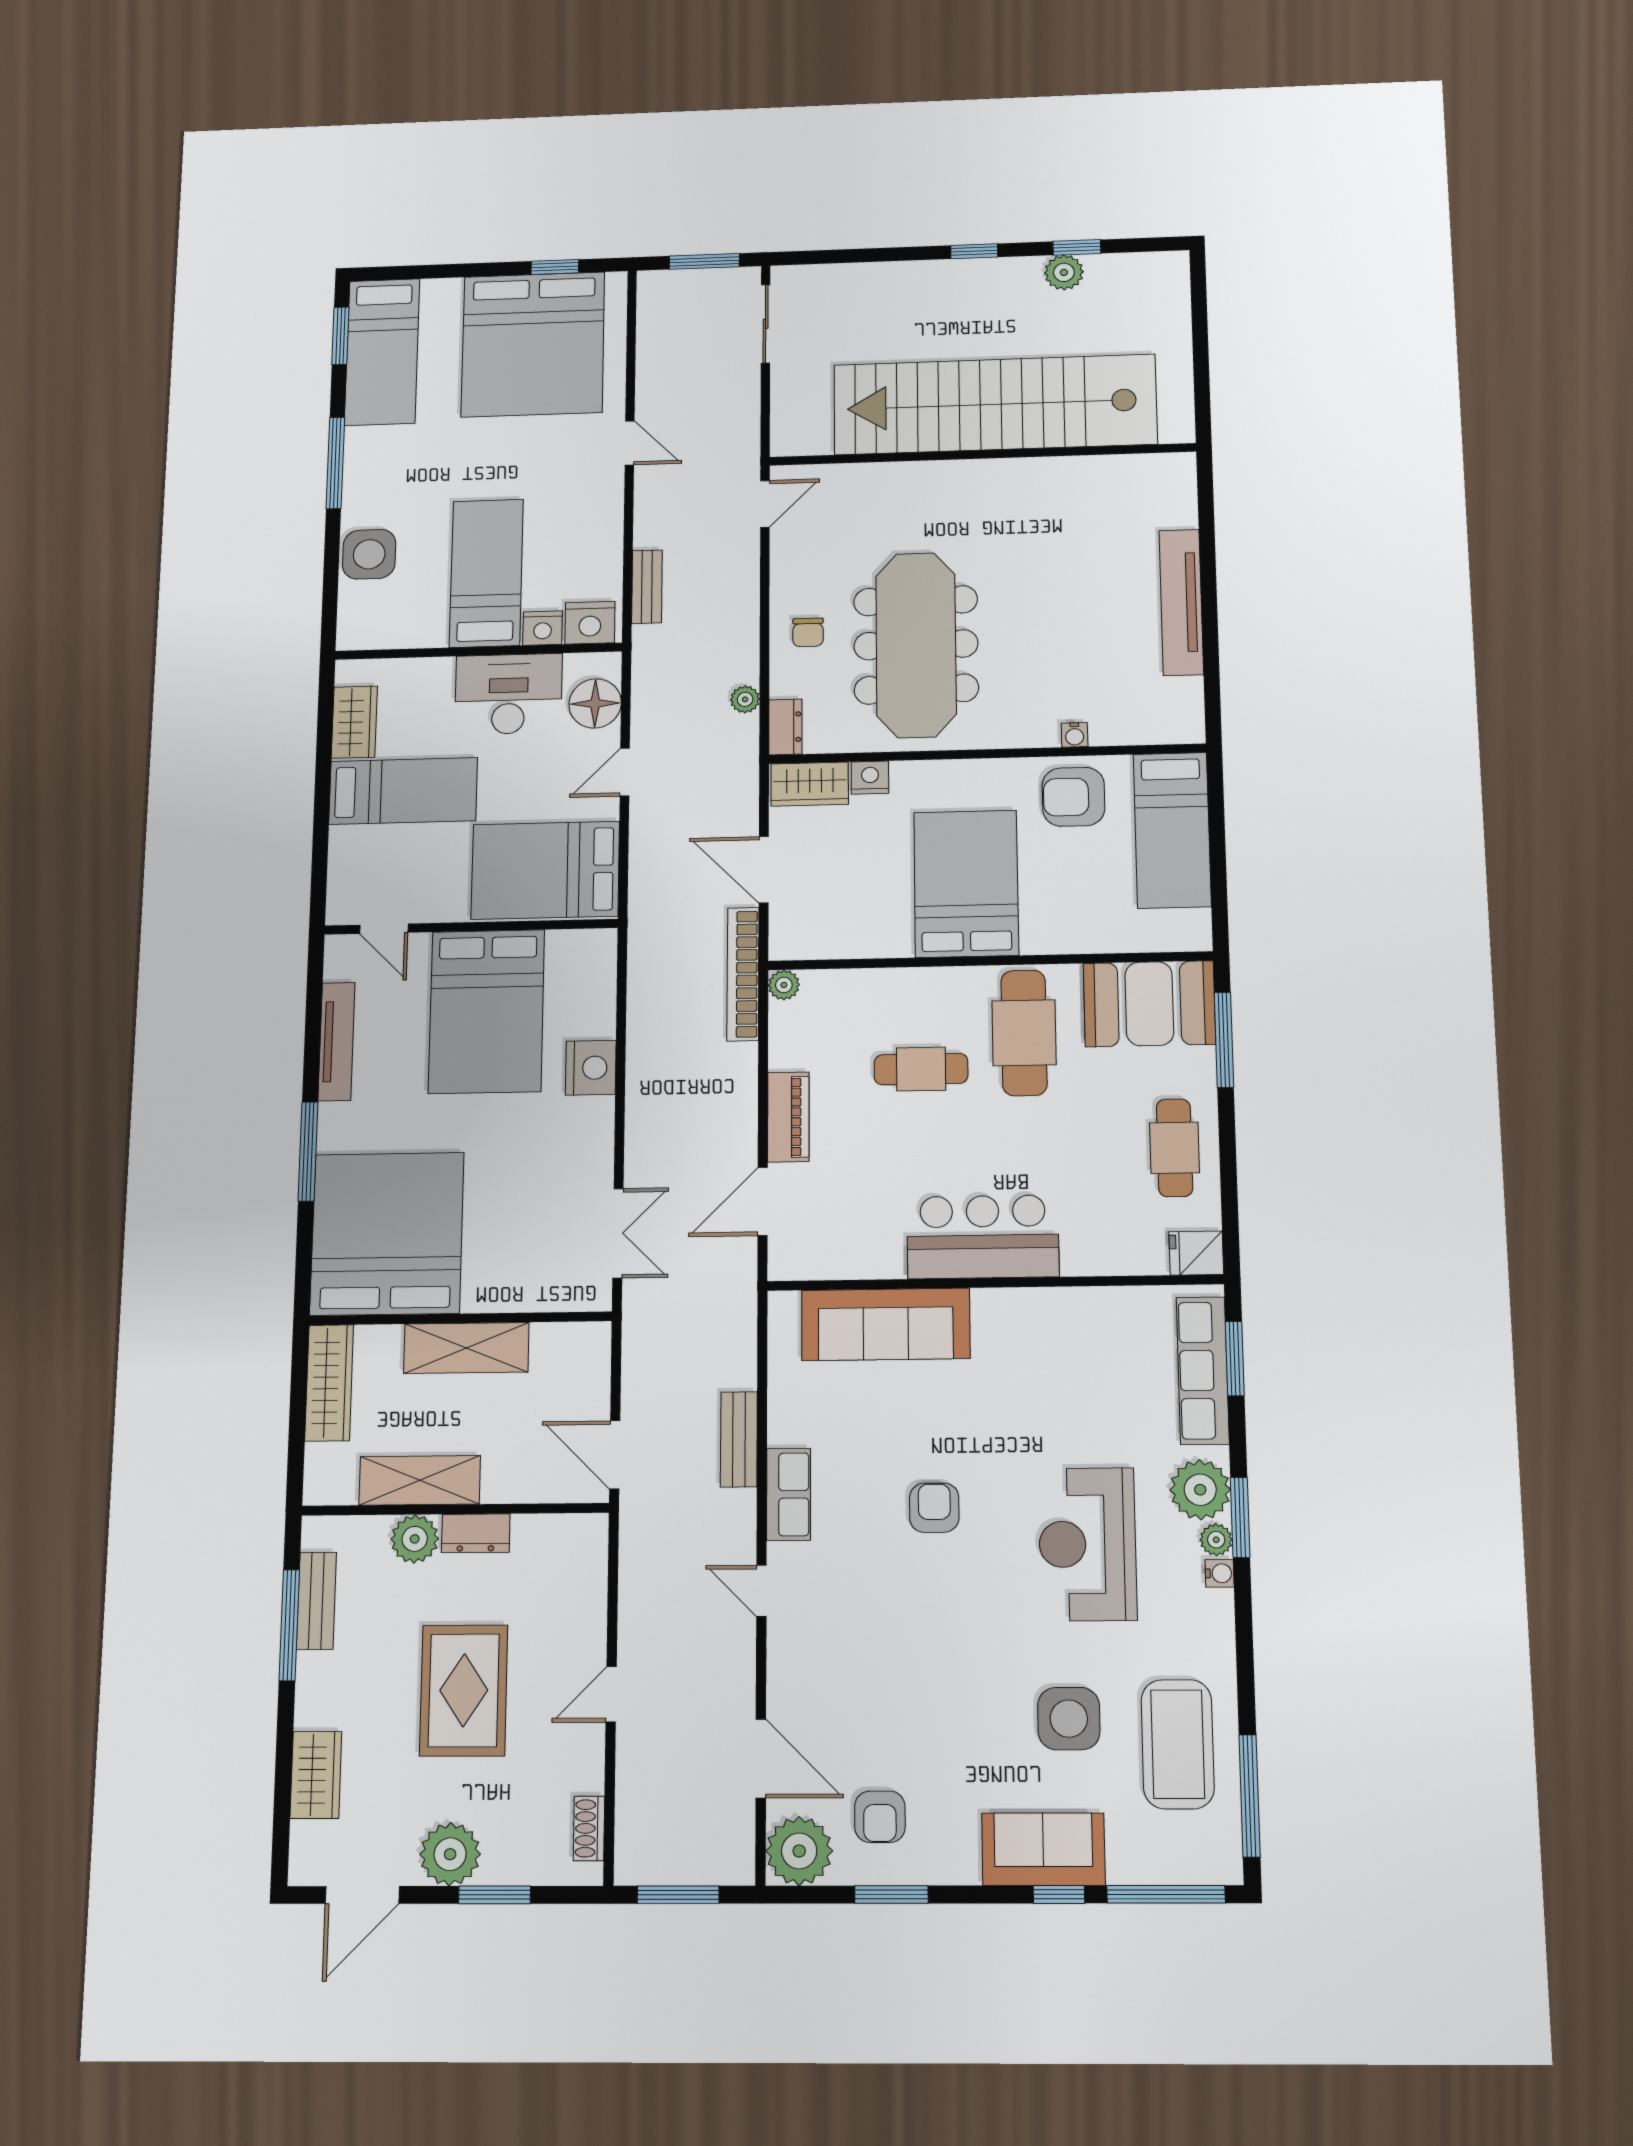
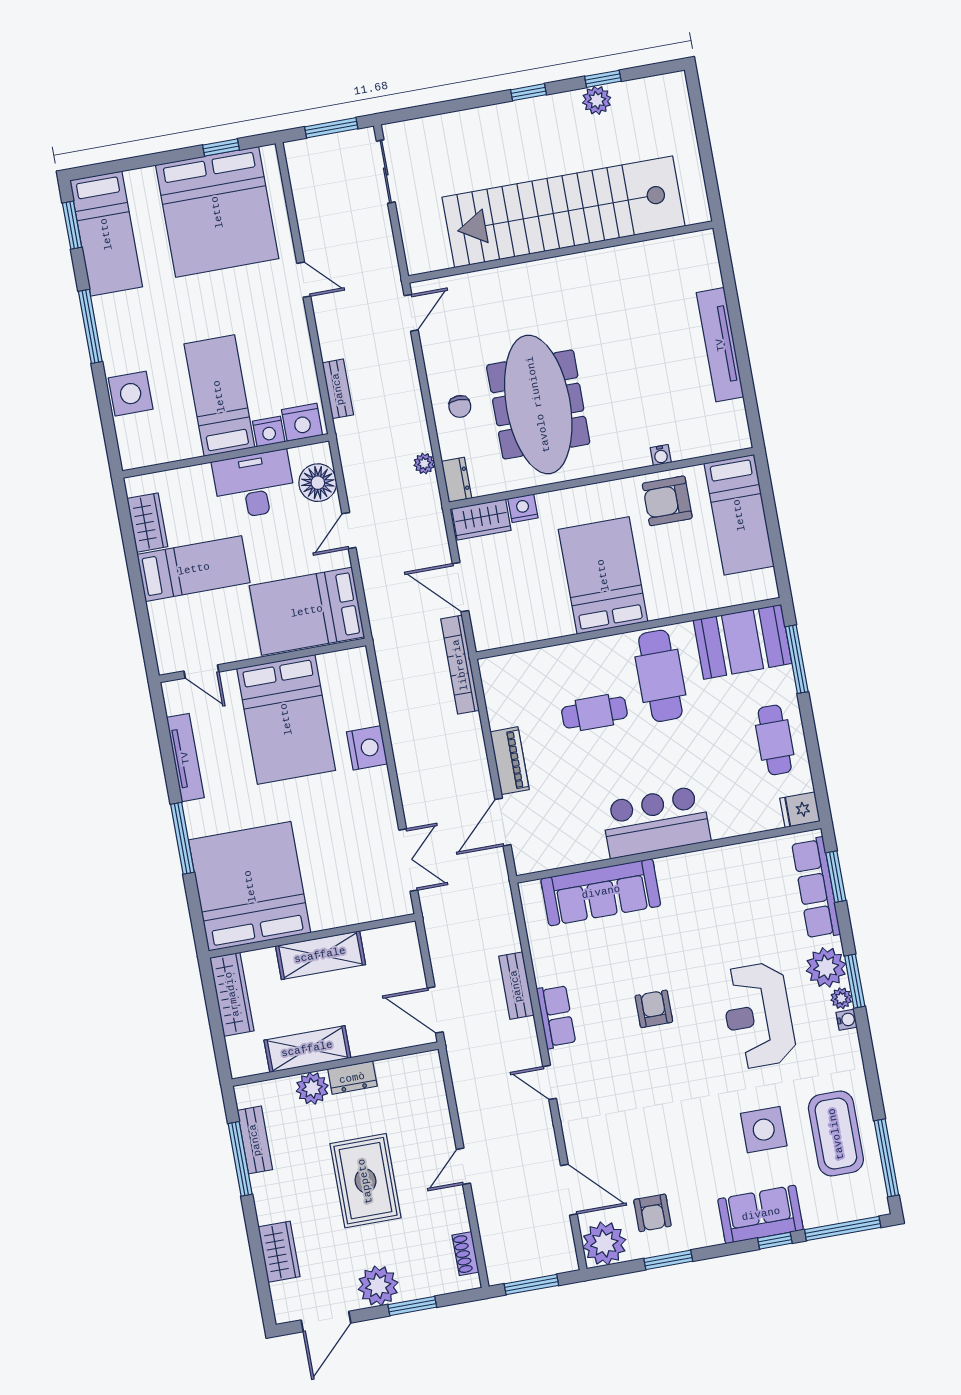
plant: (784, 985) -> (490, 668), removed

